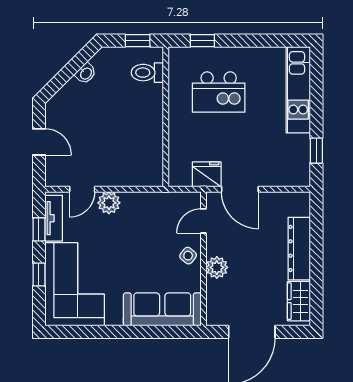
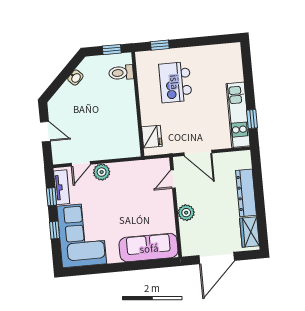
kitchen unit: (298, 90) -> (238, 115), moved
kitchen island: (219, 92) -> (175, 82), turned 90
fridge: (207, 174) -> (152, 137), moved, turned 90
side table: (188, 256) -> (164, 206), removed

